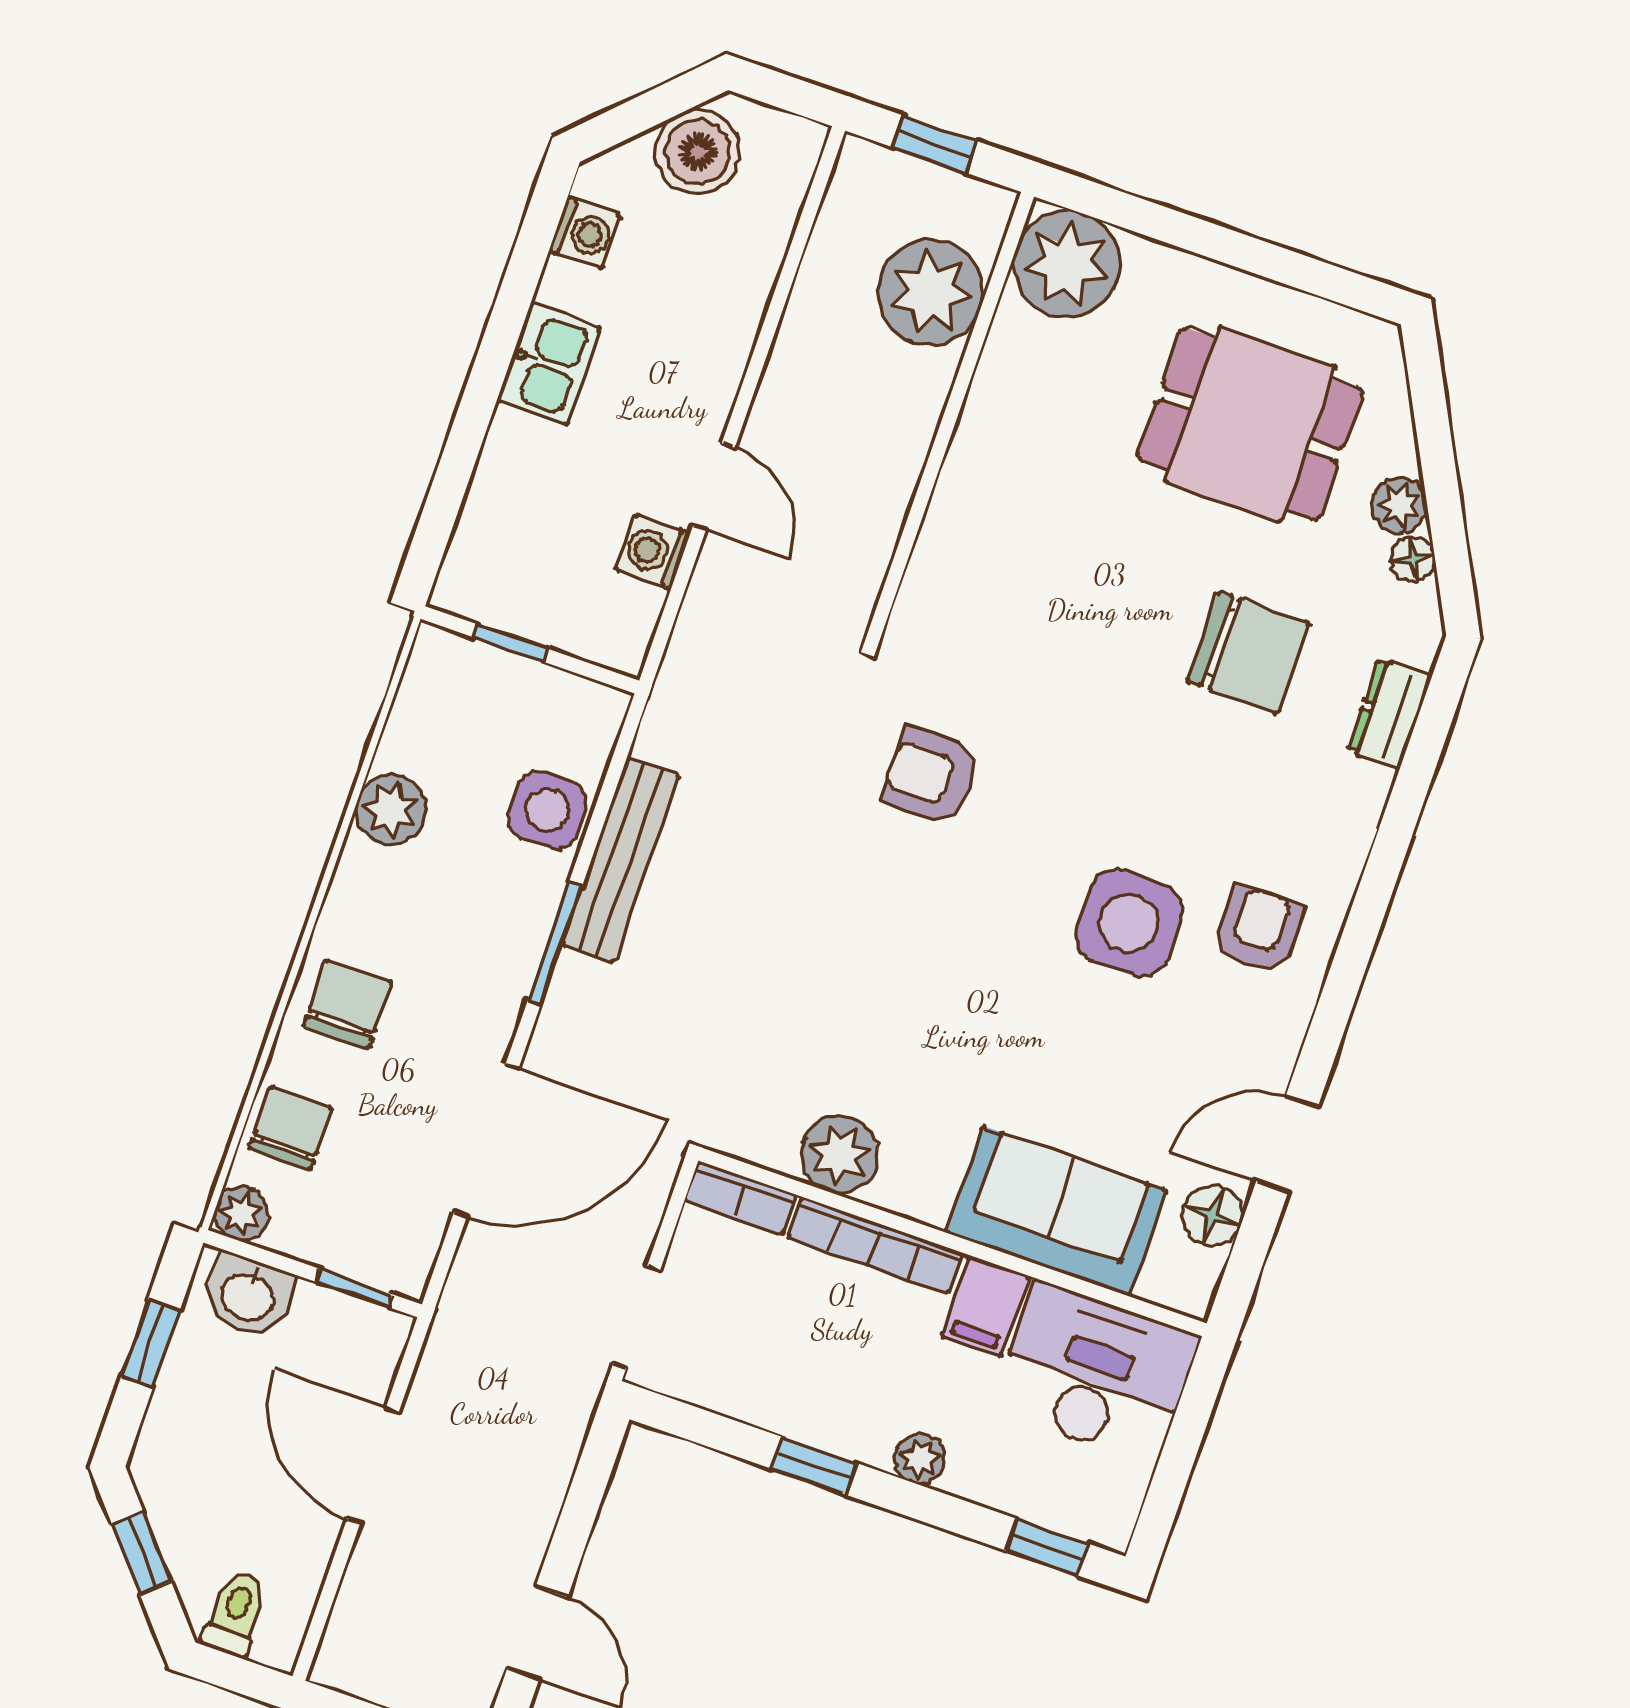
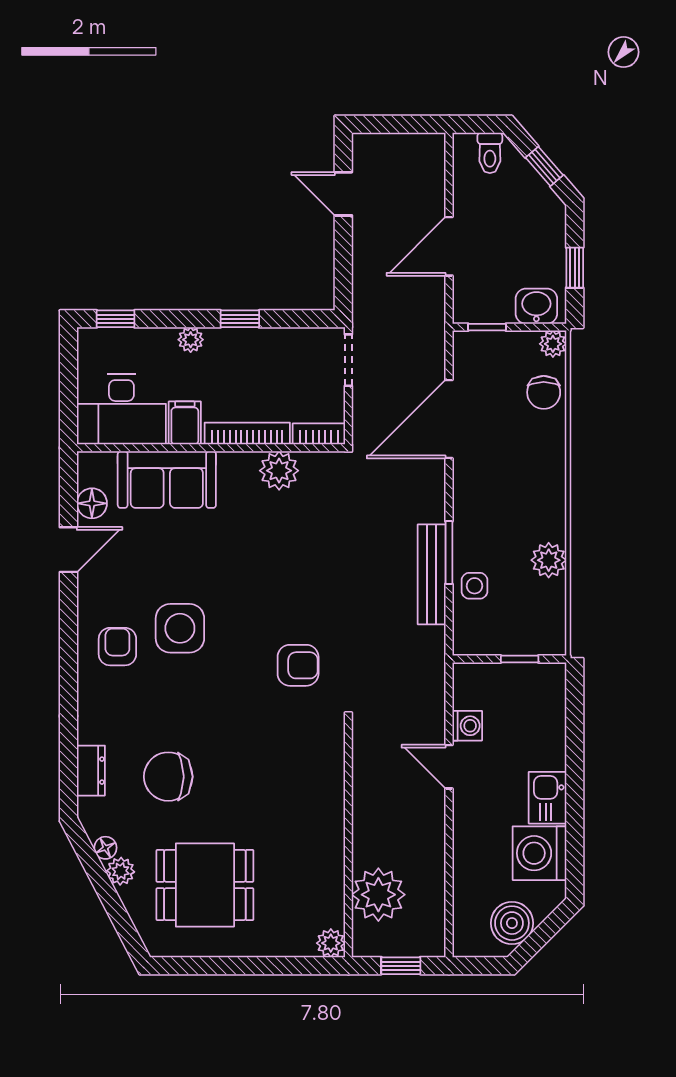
washing machine: (585, 233) -> (539, 853), width x1.89, depth x1.89
plant: (1067, 264) -> (331, 943), width x0.53, depth x0.53
side table: (547, 810) -> (475, 586), width x0.73, depth x0.73
armchair: (1258, 930) -> (117, 647), turned 180
window: (555, 944) -> (449, 553), moved
chair: (348, 1004) -> (537, 461), removed
door: (373, 1465) -> (449, 246), swing flipped

